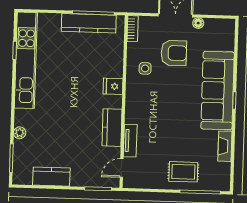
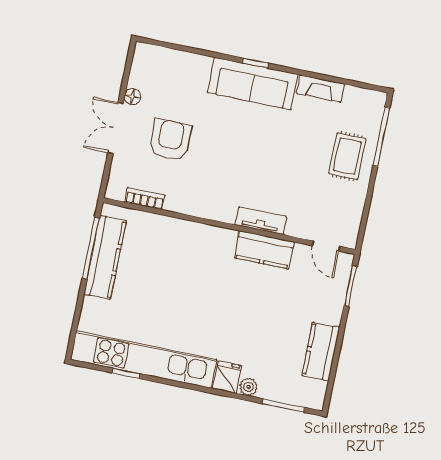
bookcase: (133, 29) -> (145, 199), moved
side table: (145, 68) -> (186, 186), removed
fridge: (113, 86) -> (227, 377), moved, turned 180
sofa: (218, 91) -> (253, 83), width x0.74, depth x0.79
tv unit: (130, 141) -> (261, 221), moved

